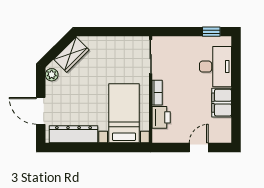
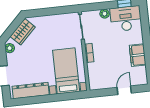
plant: (183, 42) -> (105, 14), added
desk: (215, 67) -> (126, 19), moved, turned -90
printer: (161, 117) -> (94, 71), removed

